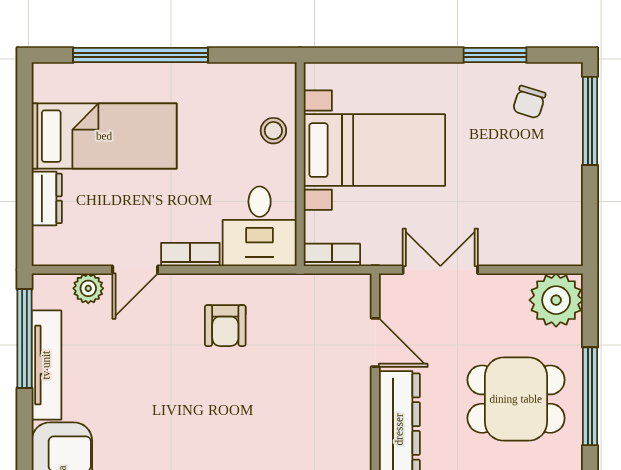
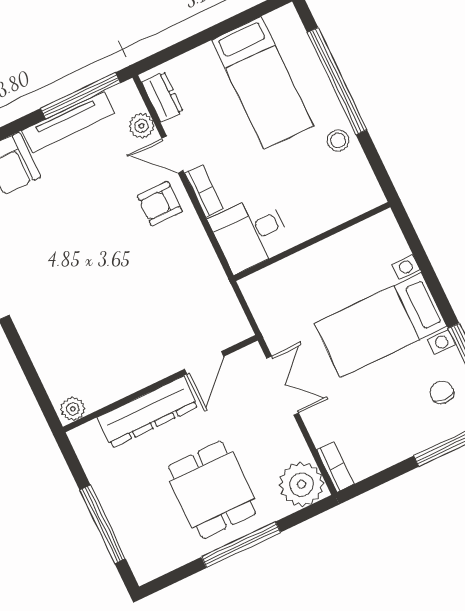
chair: (529, 102) -> (442, 392), turned 73
stool: (273, 131) -> (338, 140), moved
bed with nightstands: (374, 150) -> (381, 325), moved, turned 90
dresser: (47, 198) -> (162, 97), moved, turned -90
bookcase: (332, 255) -> (335, 467), moved
armchair: (225, 326) -> (160, 204), moved

